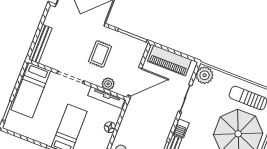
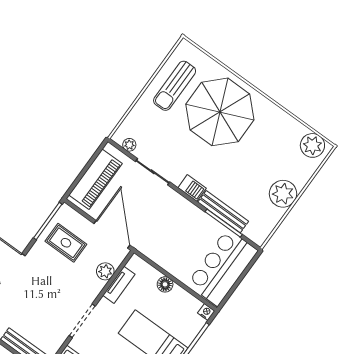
rug: (100, 54) -> (66, 243), moved
plant: (205, 75) -> (129, 145), width x0.53, depth x0.53
tv unit: (106, 98) -> (119, 285), width x0.71

